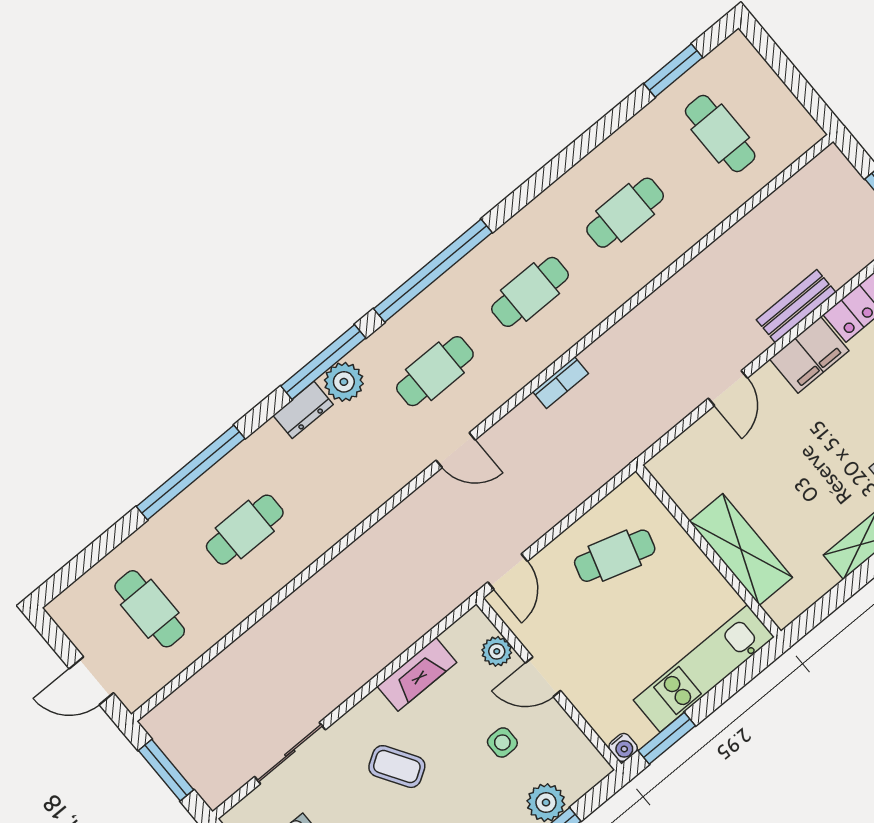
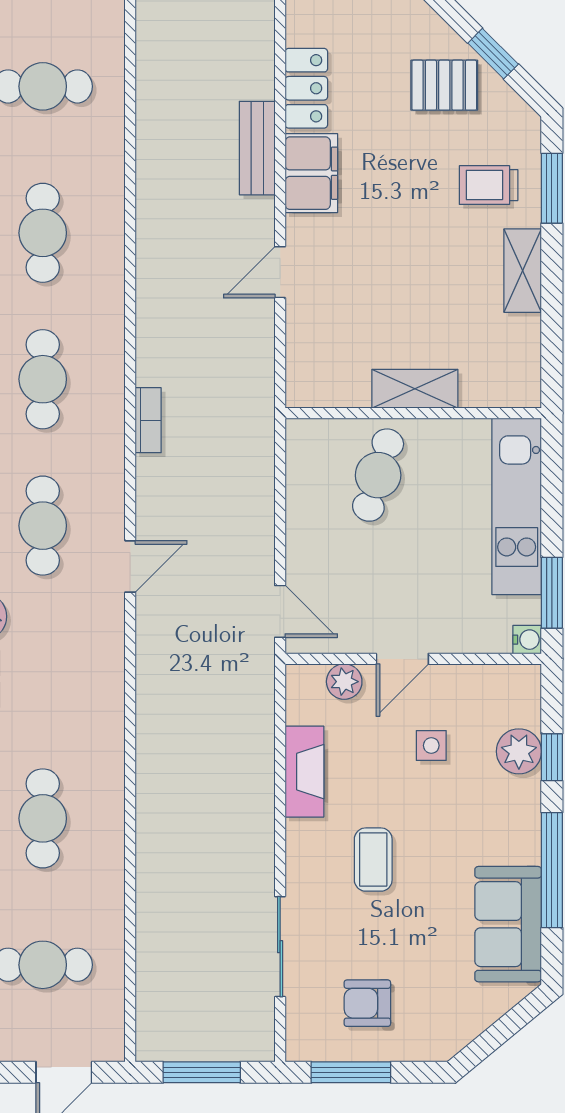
door: (728, 388) -> (280, 272), swing flipped
shelving: (741, 549) -> (415, 389), width x0.67, depth x0.75
cafe table: (615, 556) -> (378, 475), moved
coffee table: (397, 767) -> (373, 860), turned -58

